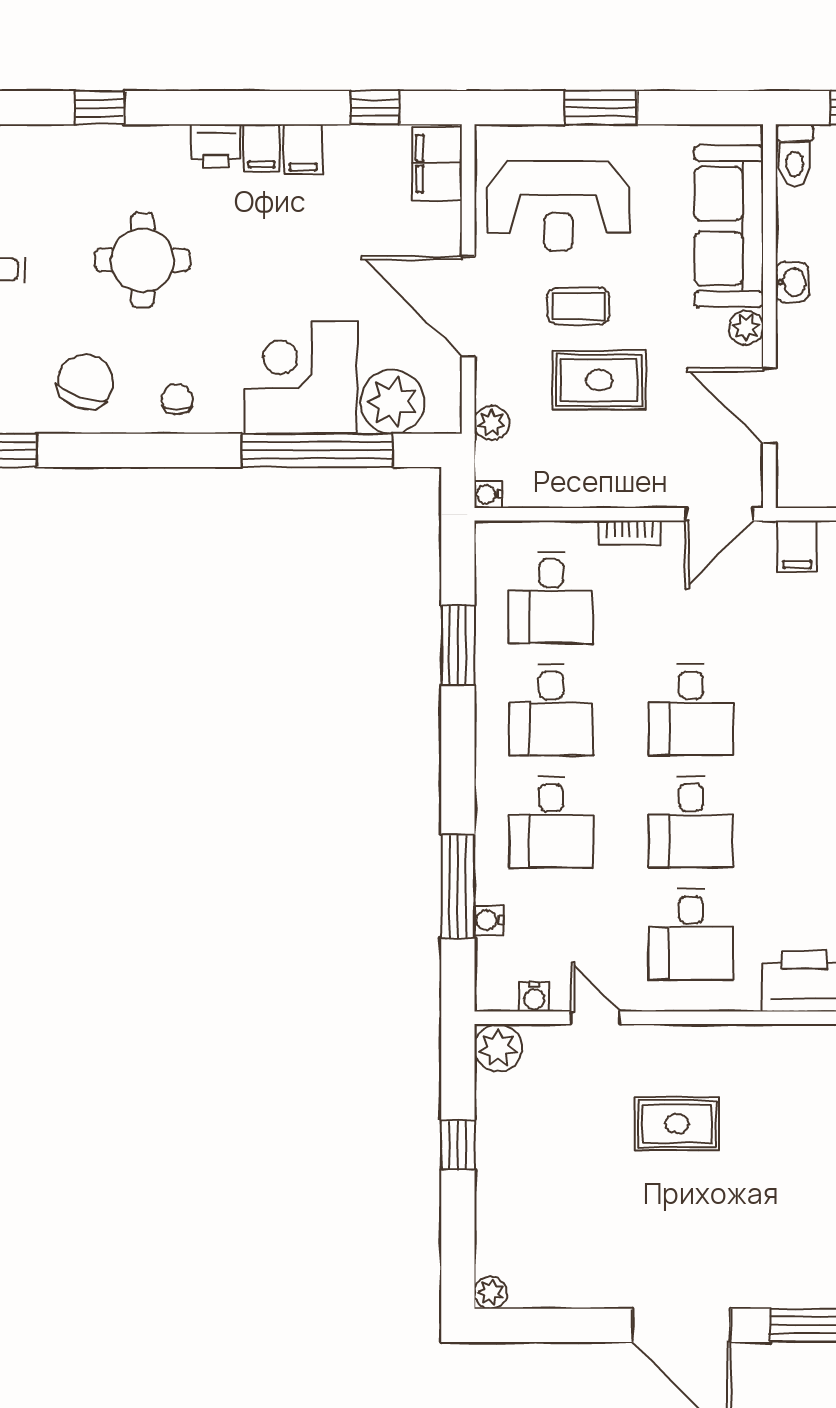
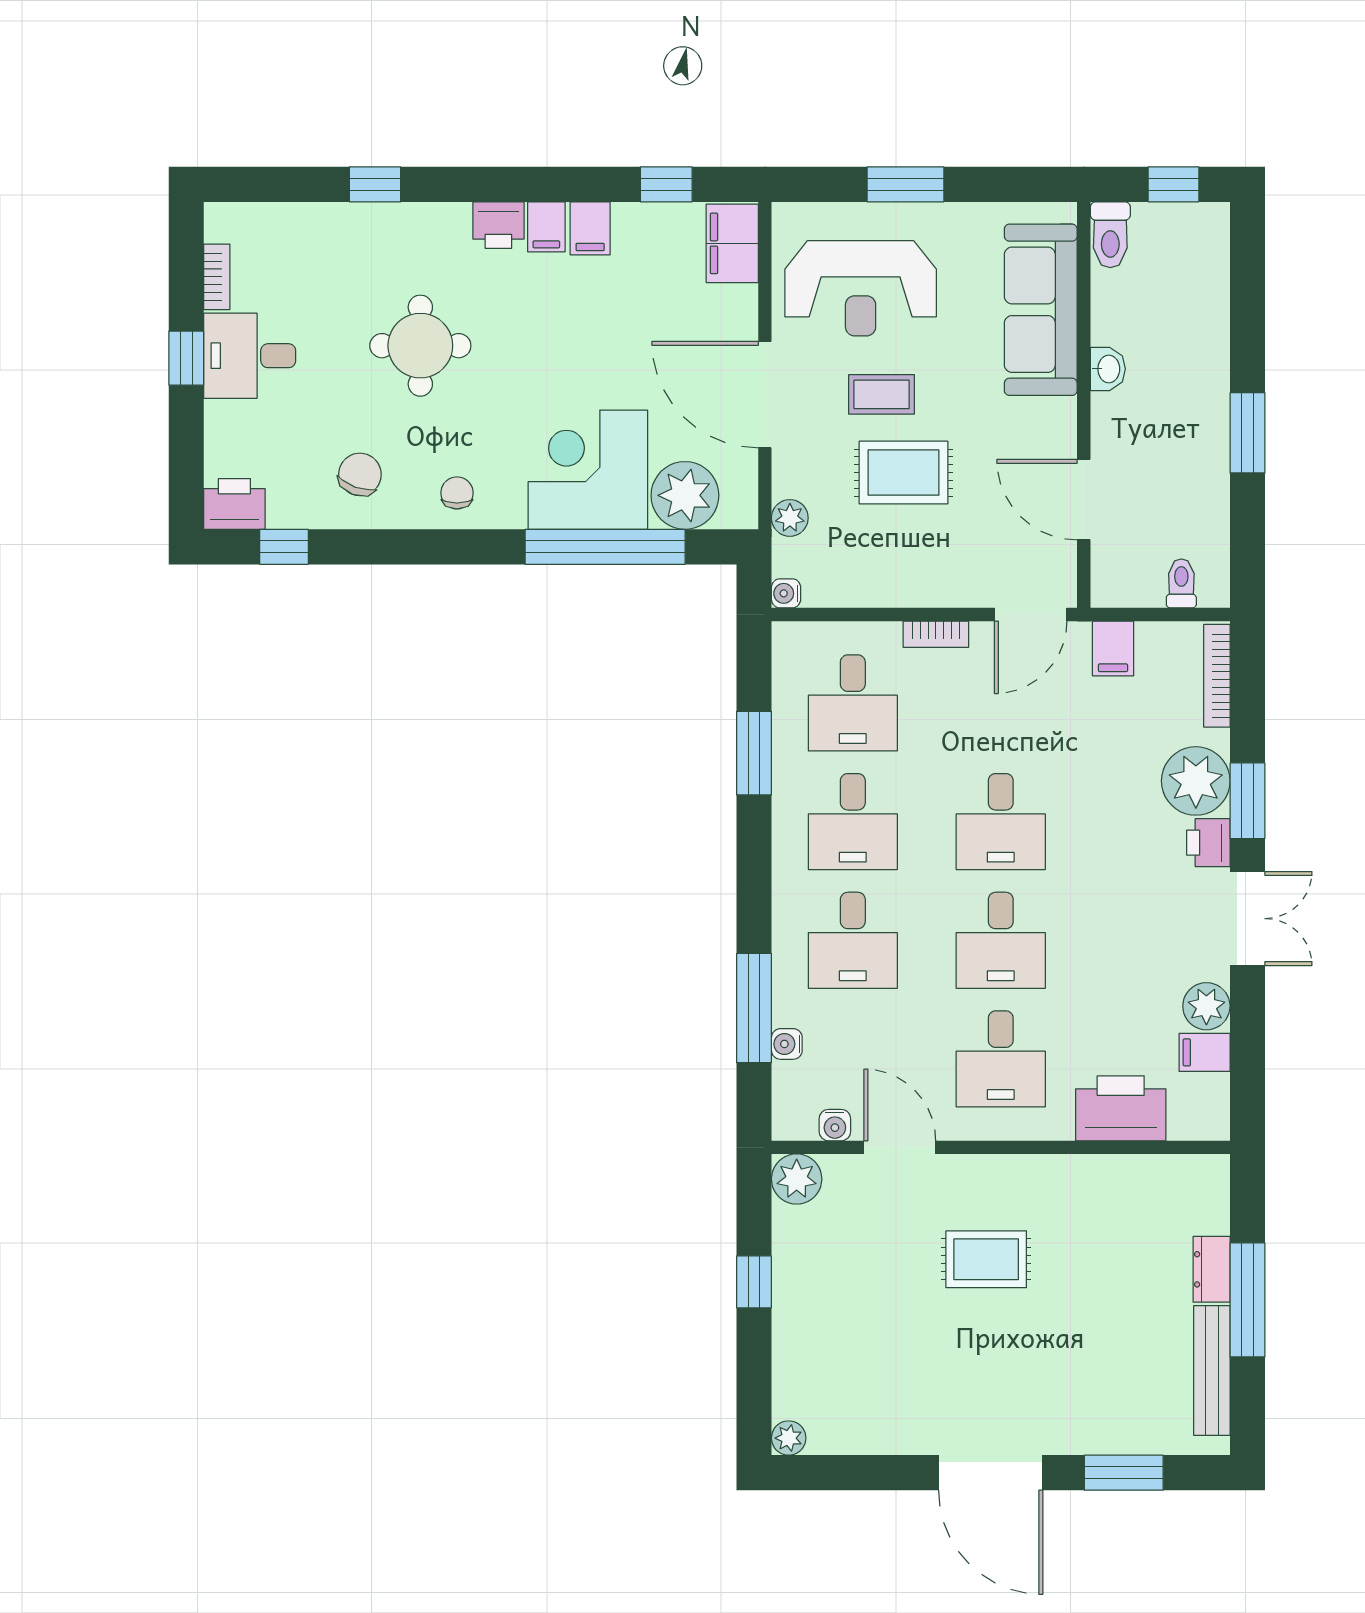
plant: (746, 328) -> (1059, 417), removed
chair: (85, 382) -> (360, 474), width x0.73, depth x0.73
door: (596, 1018) -> (900, 1147), width x1.38

